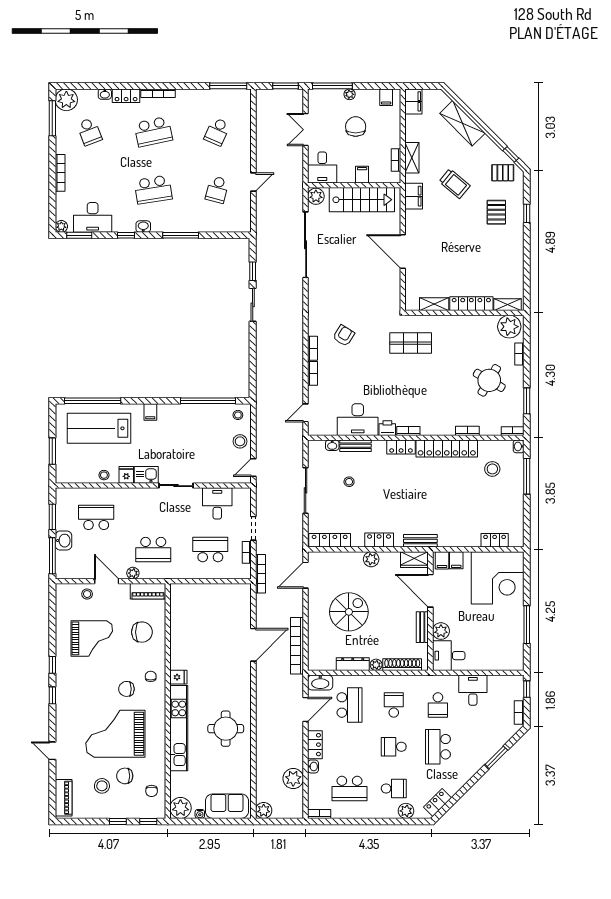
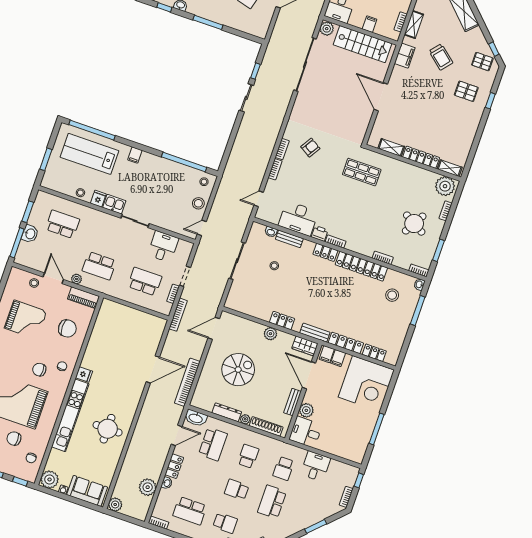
pallet: (496, 212) -> (466, 91), turned 90
locker: (330, 540) -> (346, 343), moved

